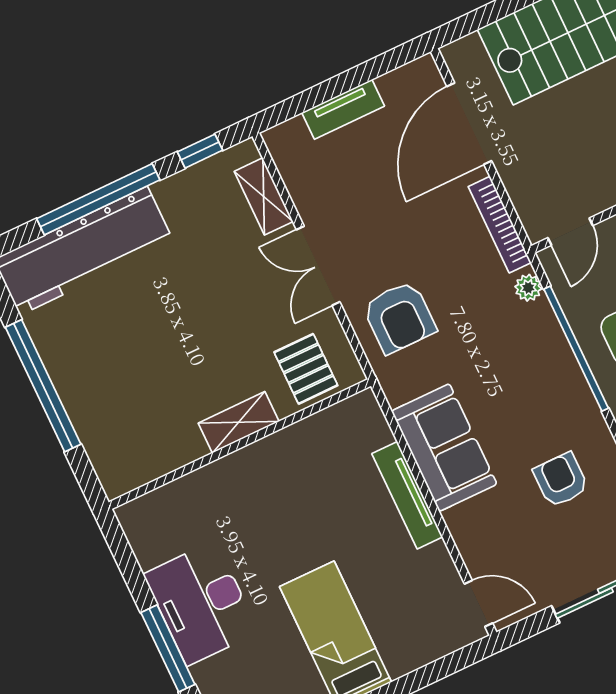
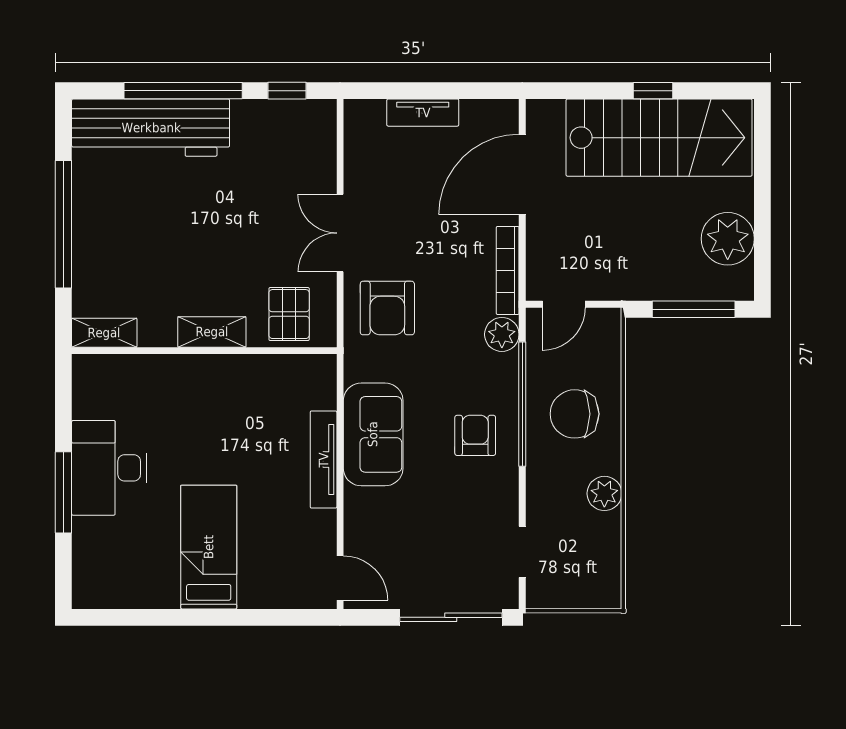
shelving: (264, 196) -> (104, 333), moved, turned 90
plant: (528, 288) -> (502, 334), width x1.38, depth x1.38
armchair: (561, 480) -> (475, 435), moved

